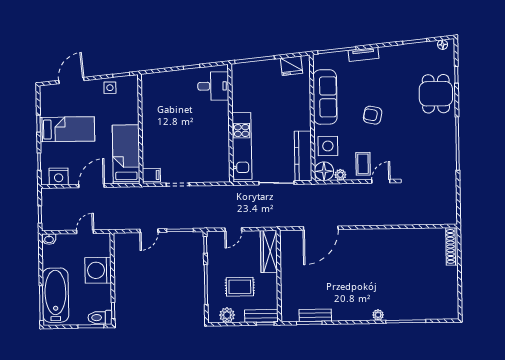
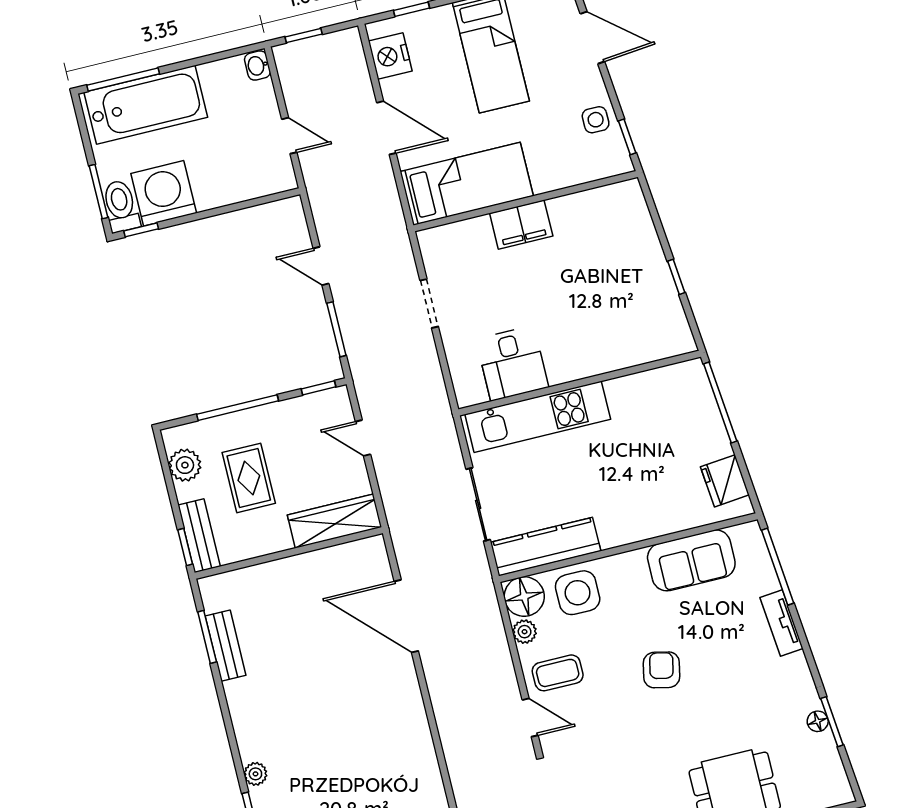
floor lamp: (443, 45) -> (818, 721), moved
desk: (213, 86) -> (512, 363), moved
sofa: (325, 97) -> (691, 560), width x0.73
filing cabinet: (151, 175) -> (521, 225), moved, width x2.00
washing machine: (98, 270) -> (164, 193), moved

